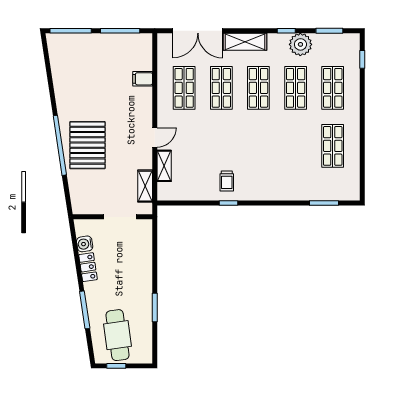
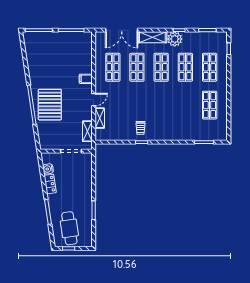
plant: (300, 44) -> (175, 39), moved
filing cabinet: (143, 79) -> (86, 79), moved

